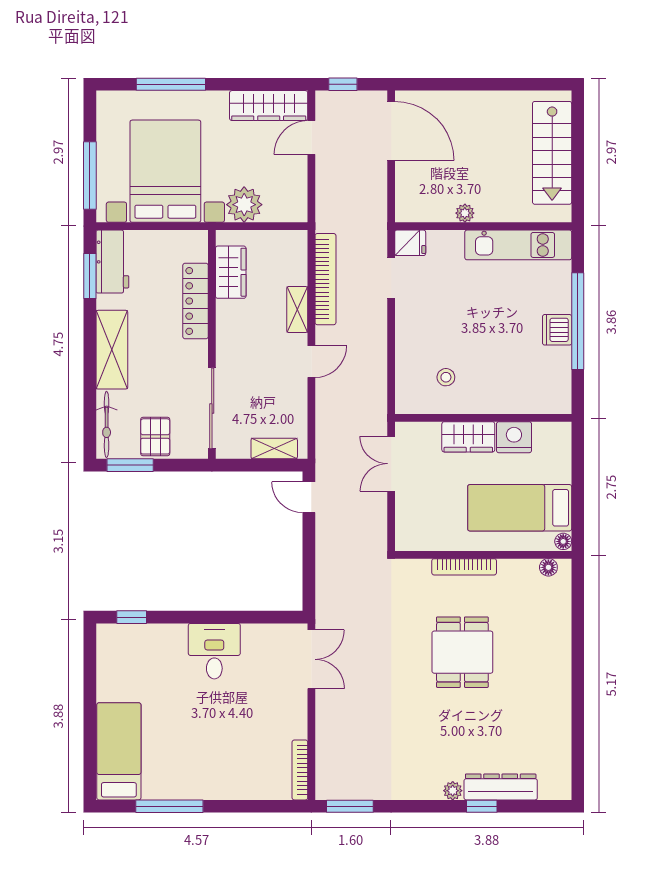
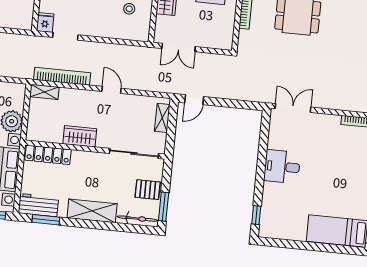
wardrobe: (231, 272) -> (80, 136), moved
locker: (195, 301) -> (48, 155), moved
shelving: (297, 309) -> (44, 92), moved

